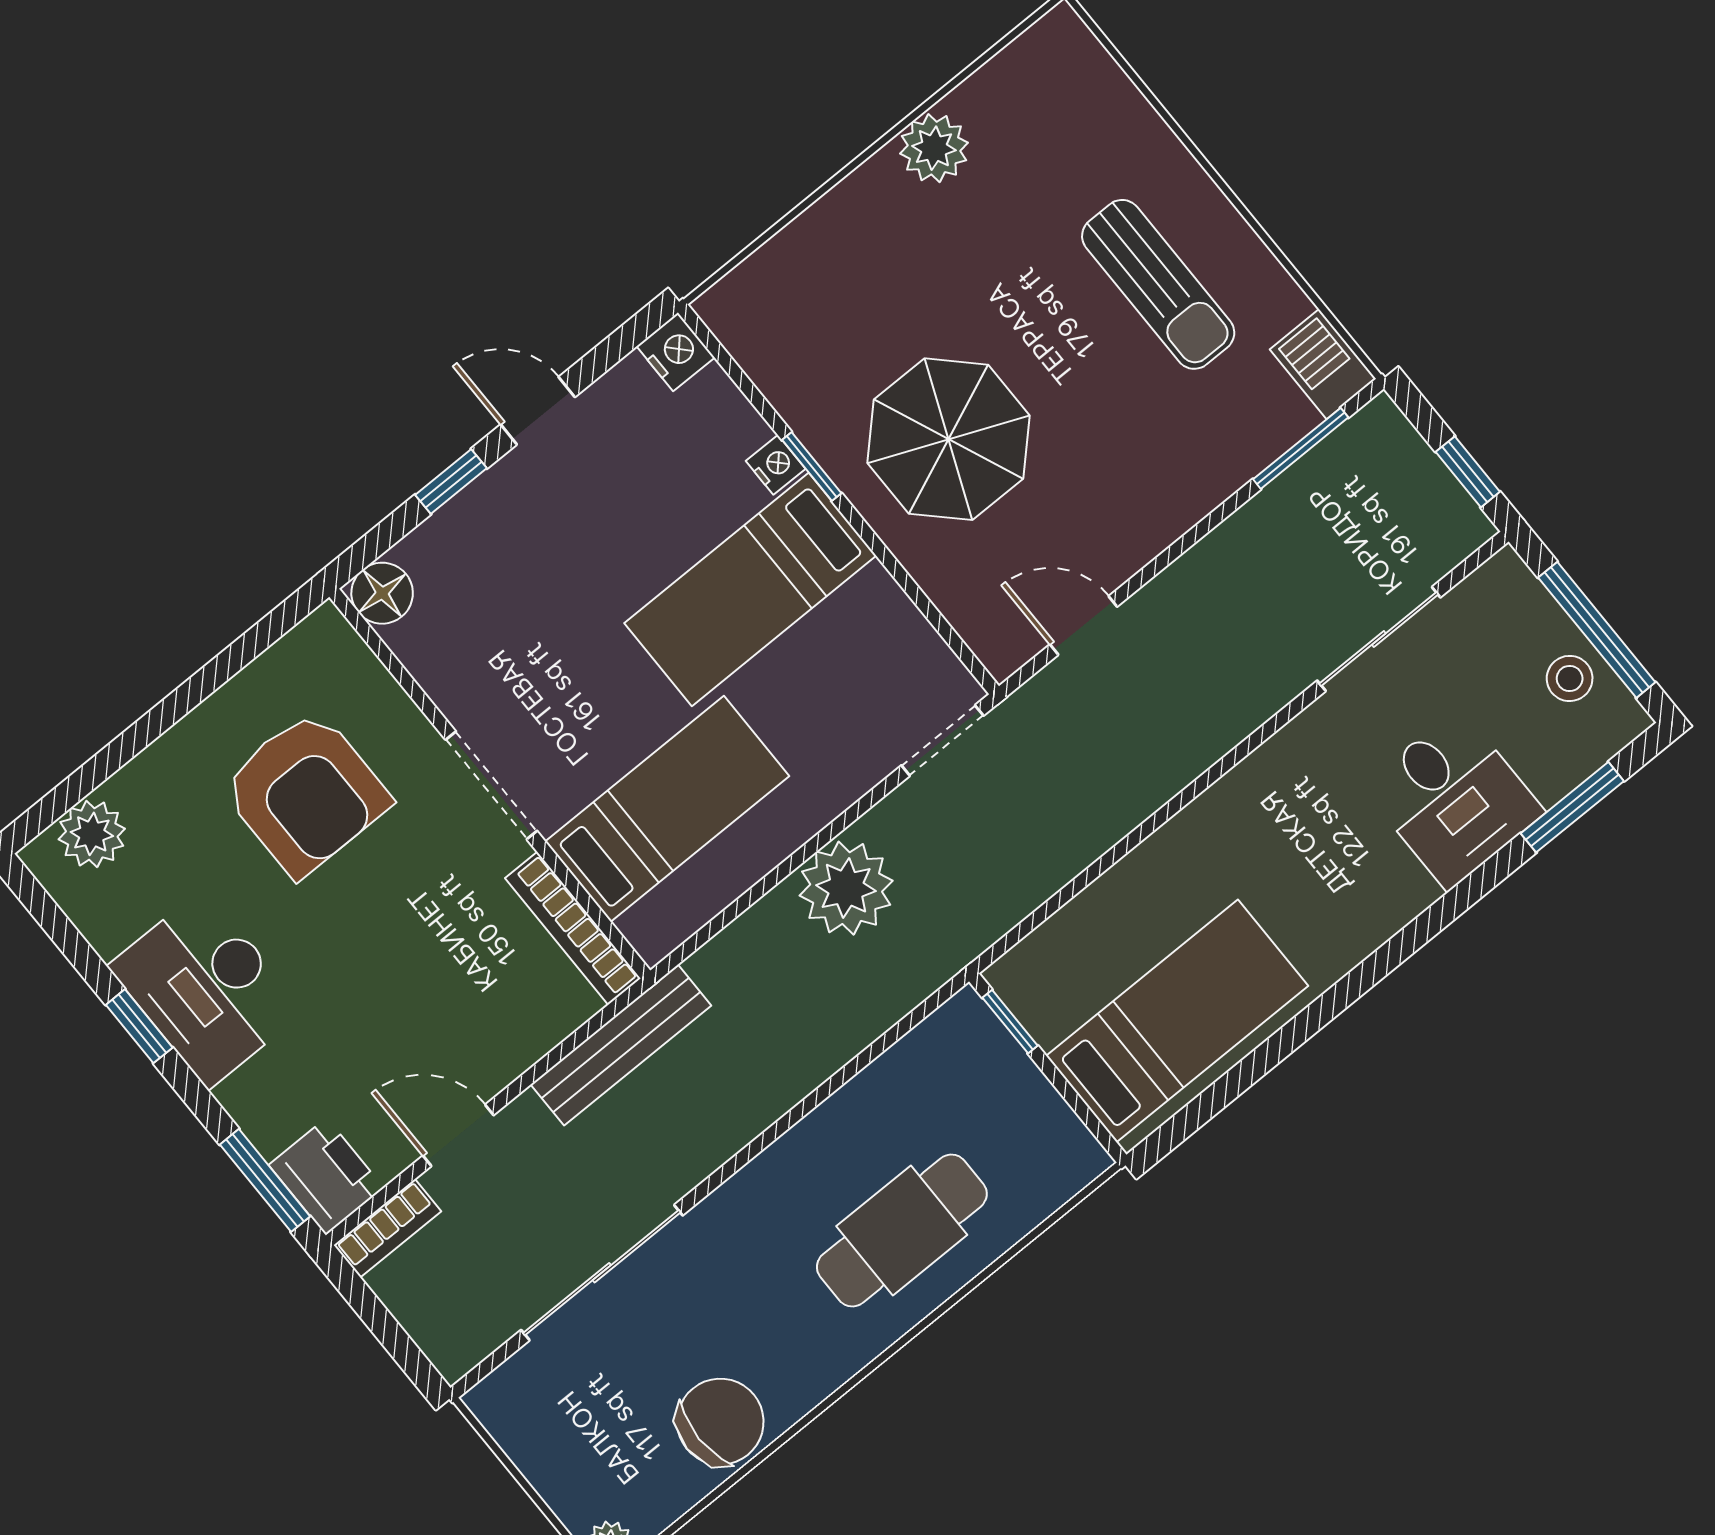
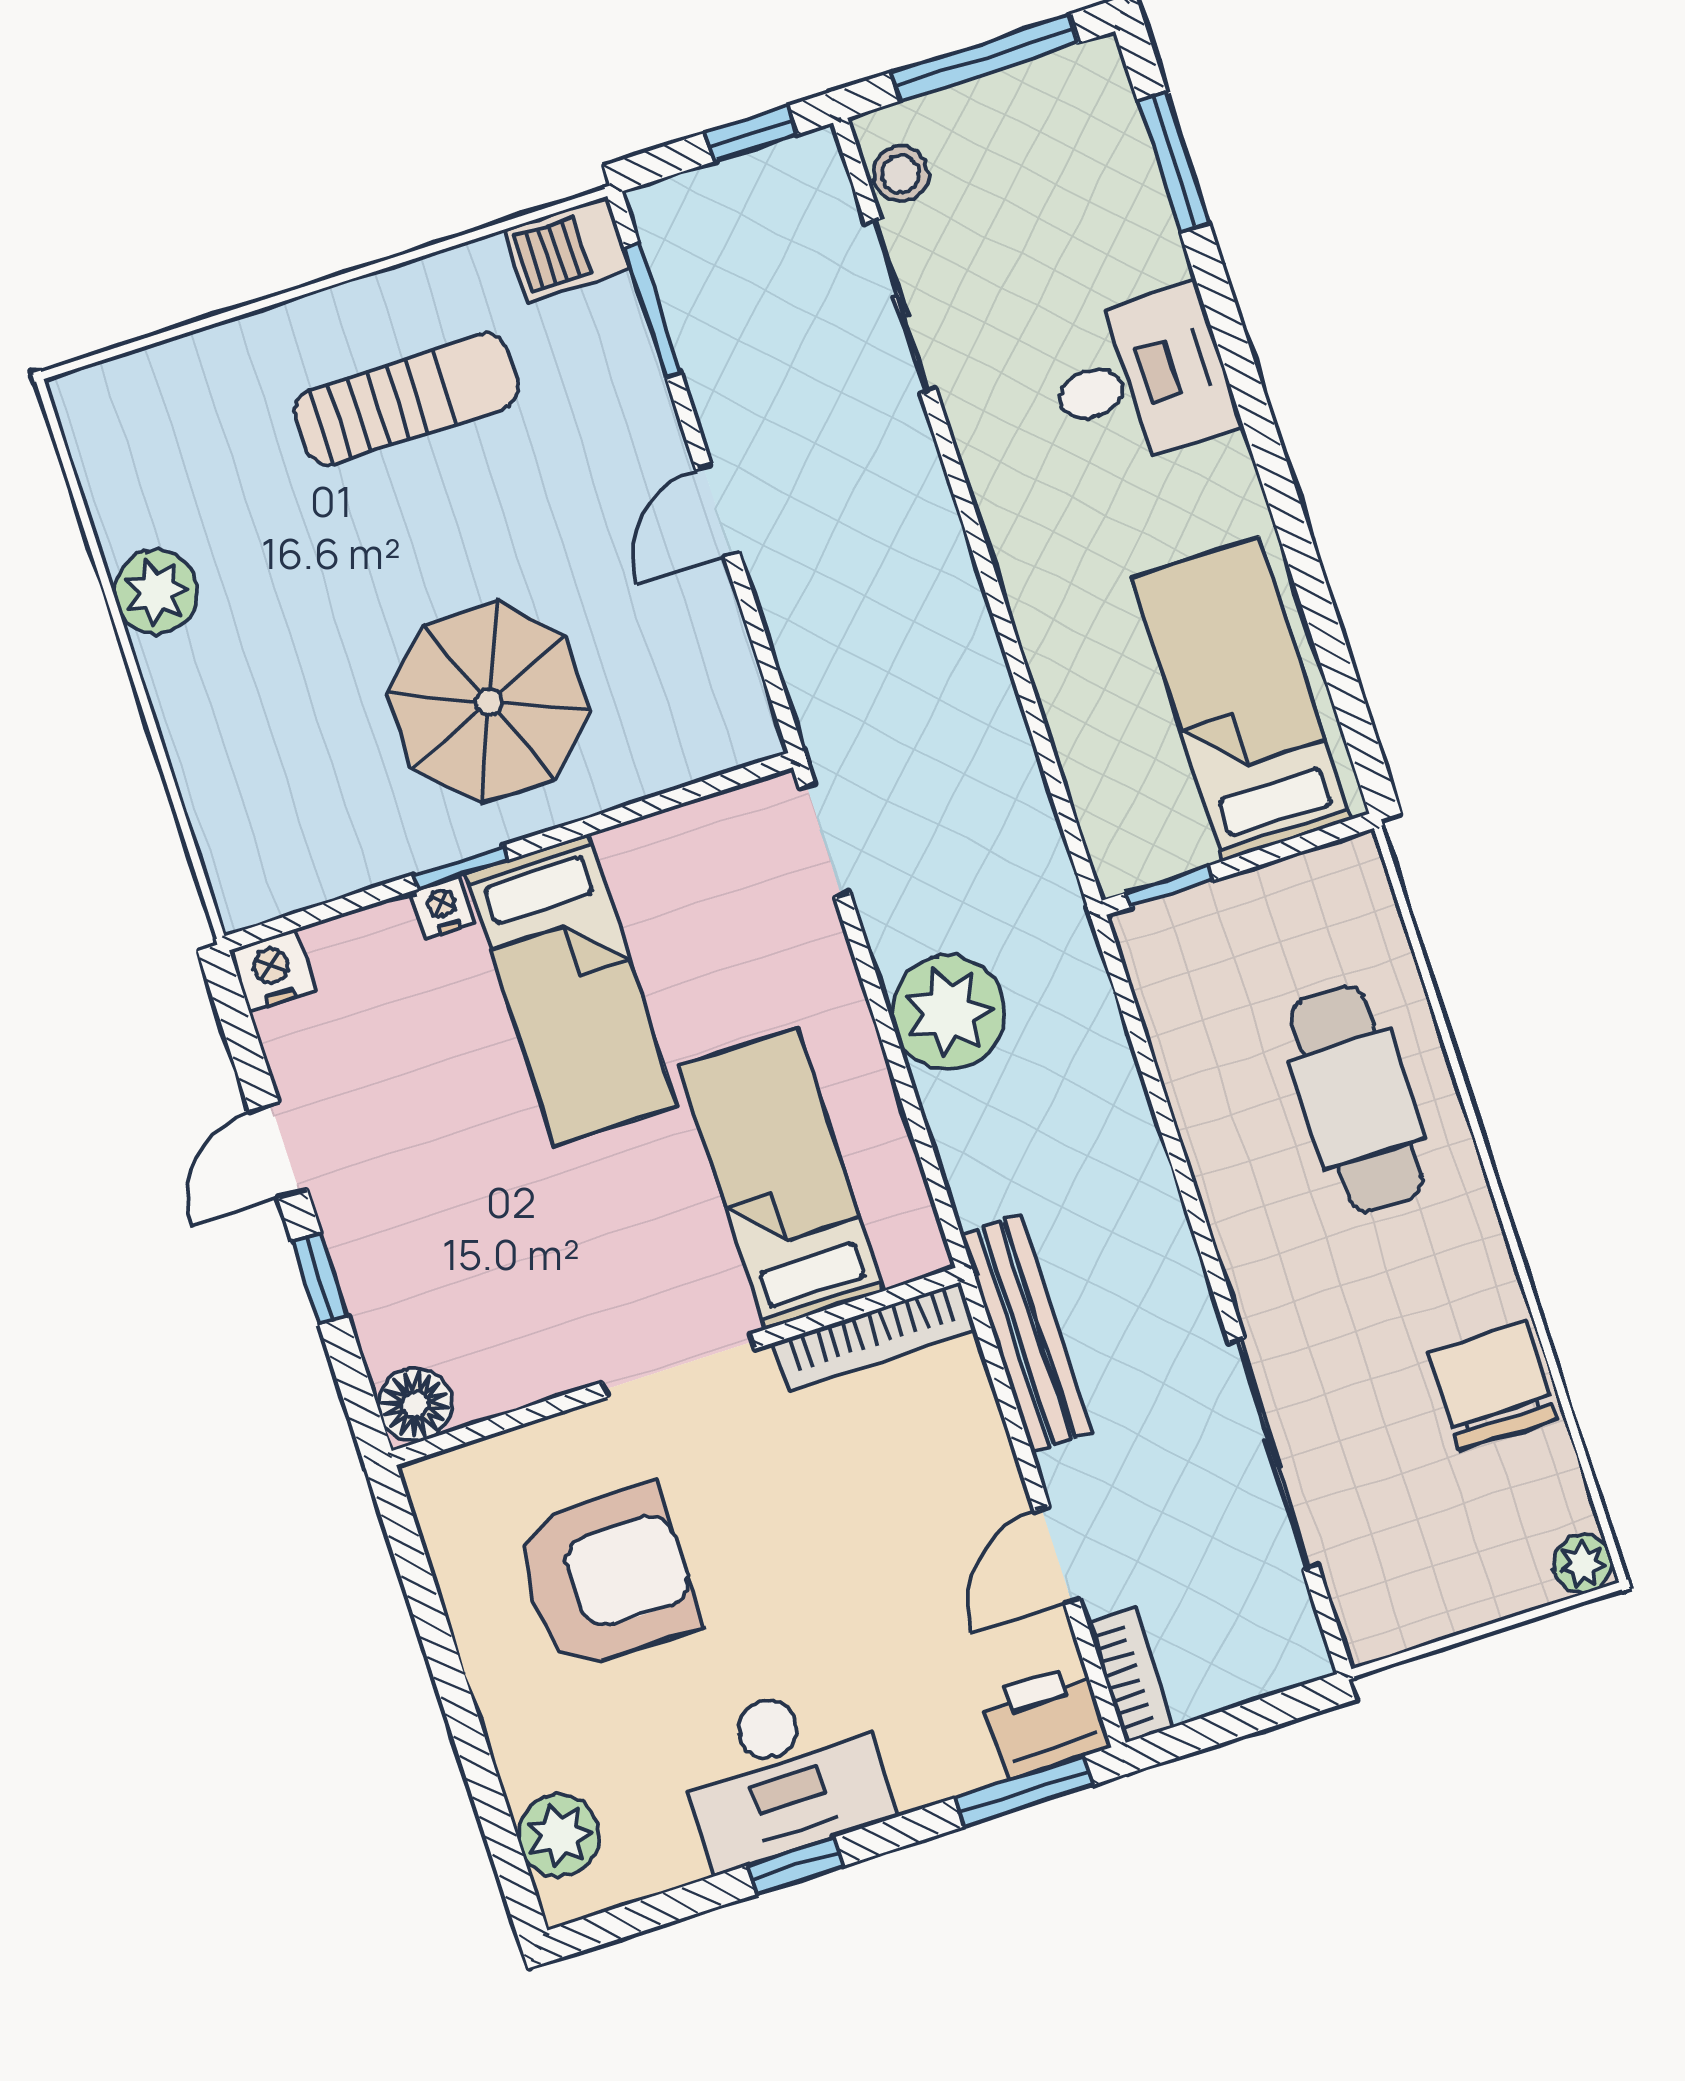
door: (1083, 625) -> (718, 511), moved
stool: (1570, 678) -> (901, 174), moved
desk: (1453, 799) -> (1141, 378), moved

